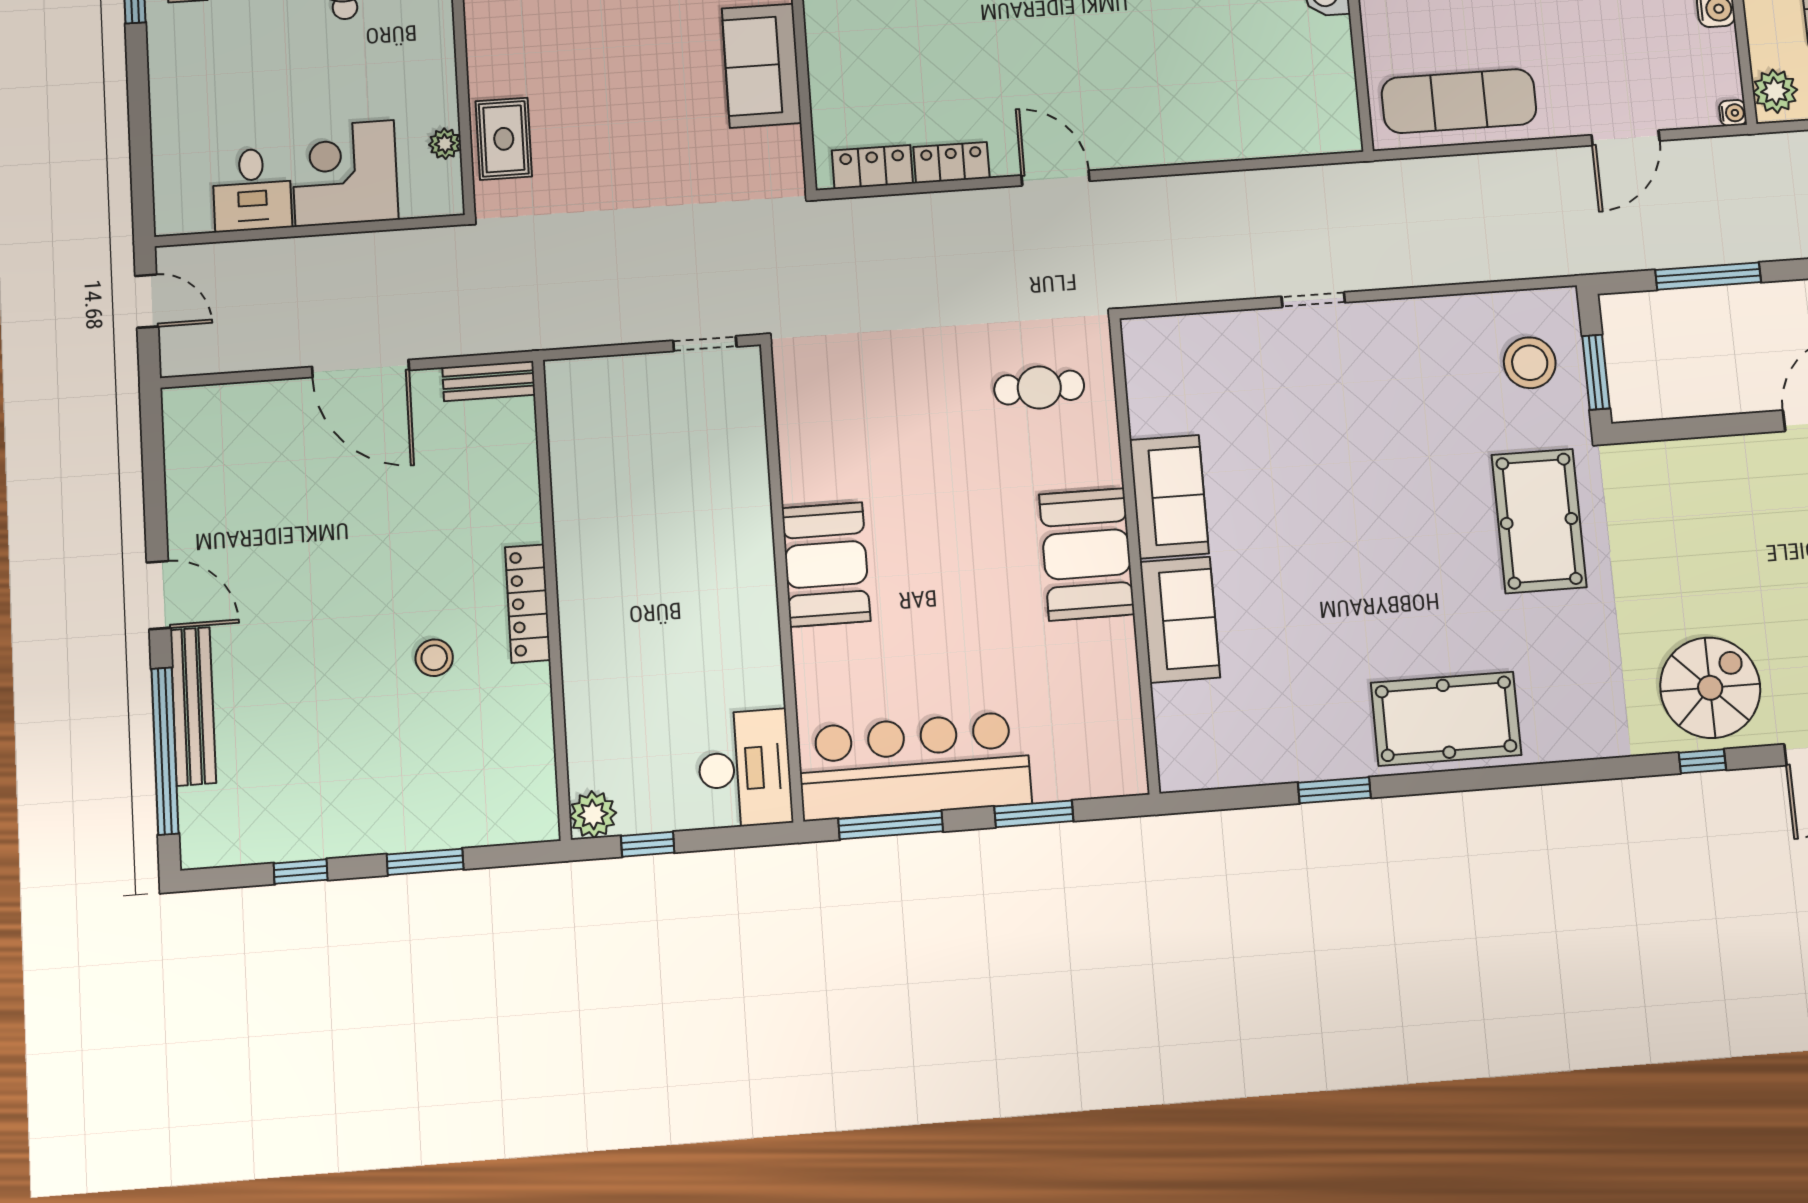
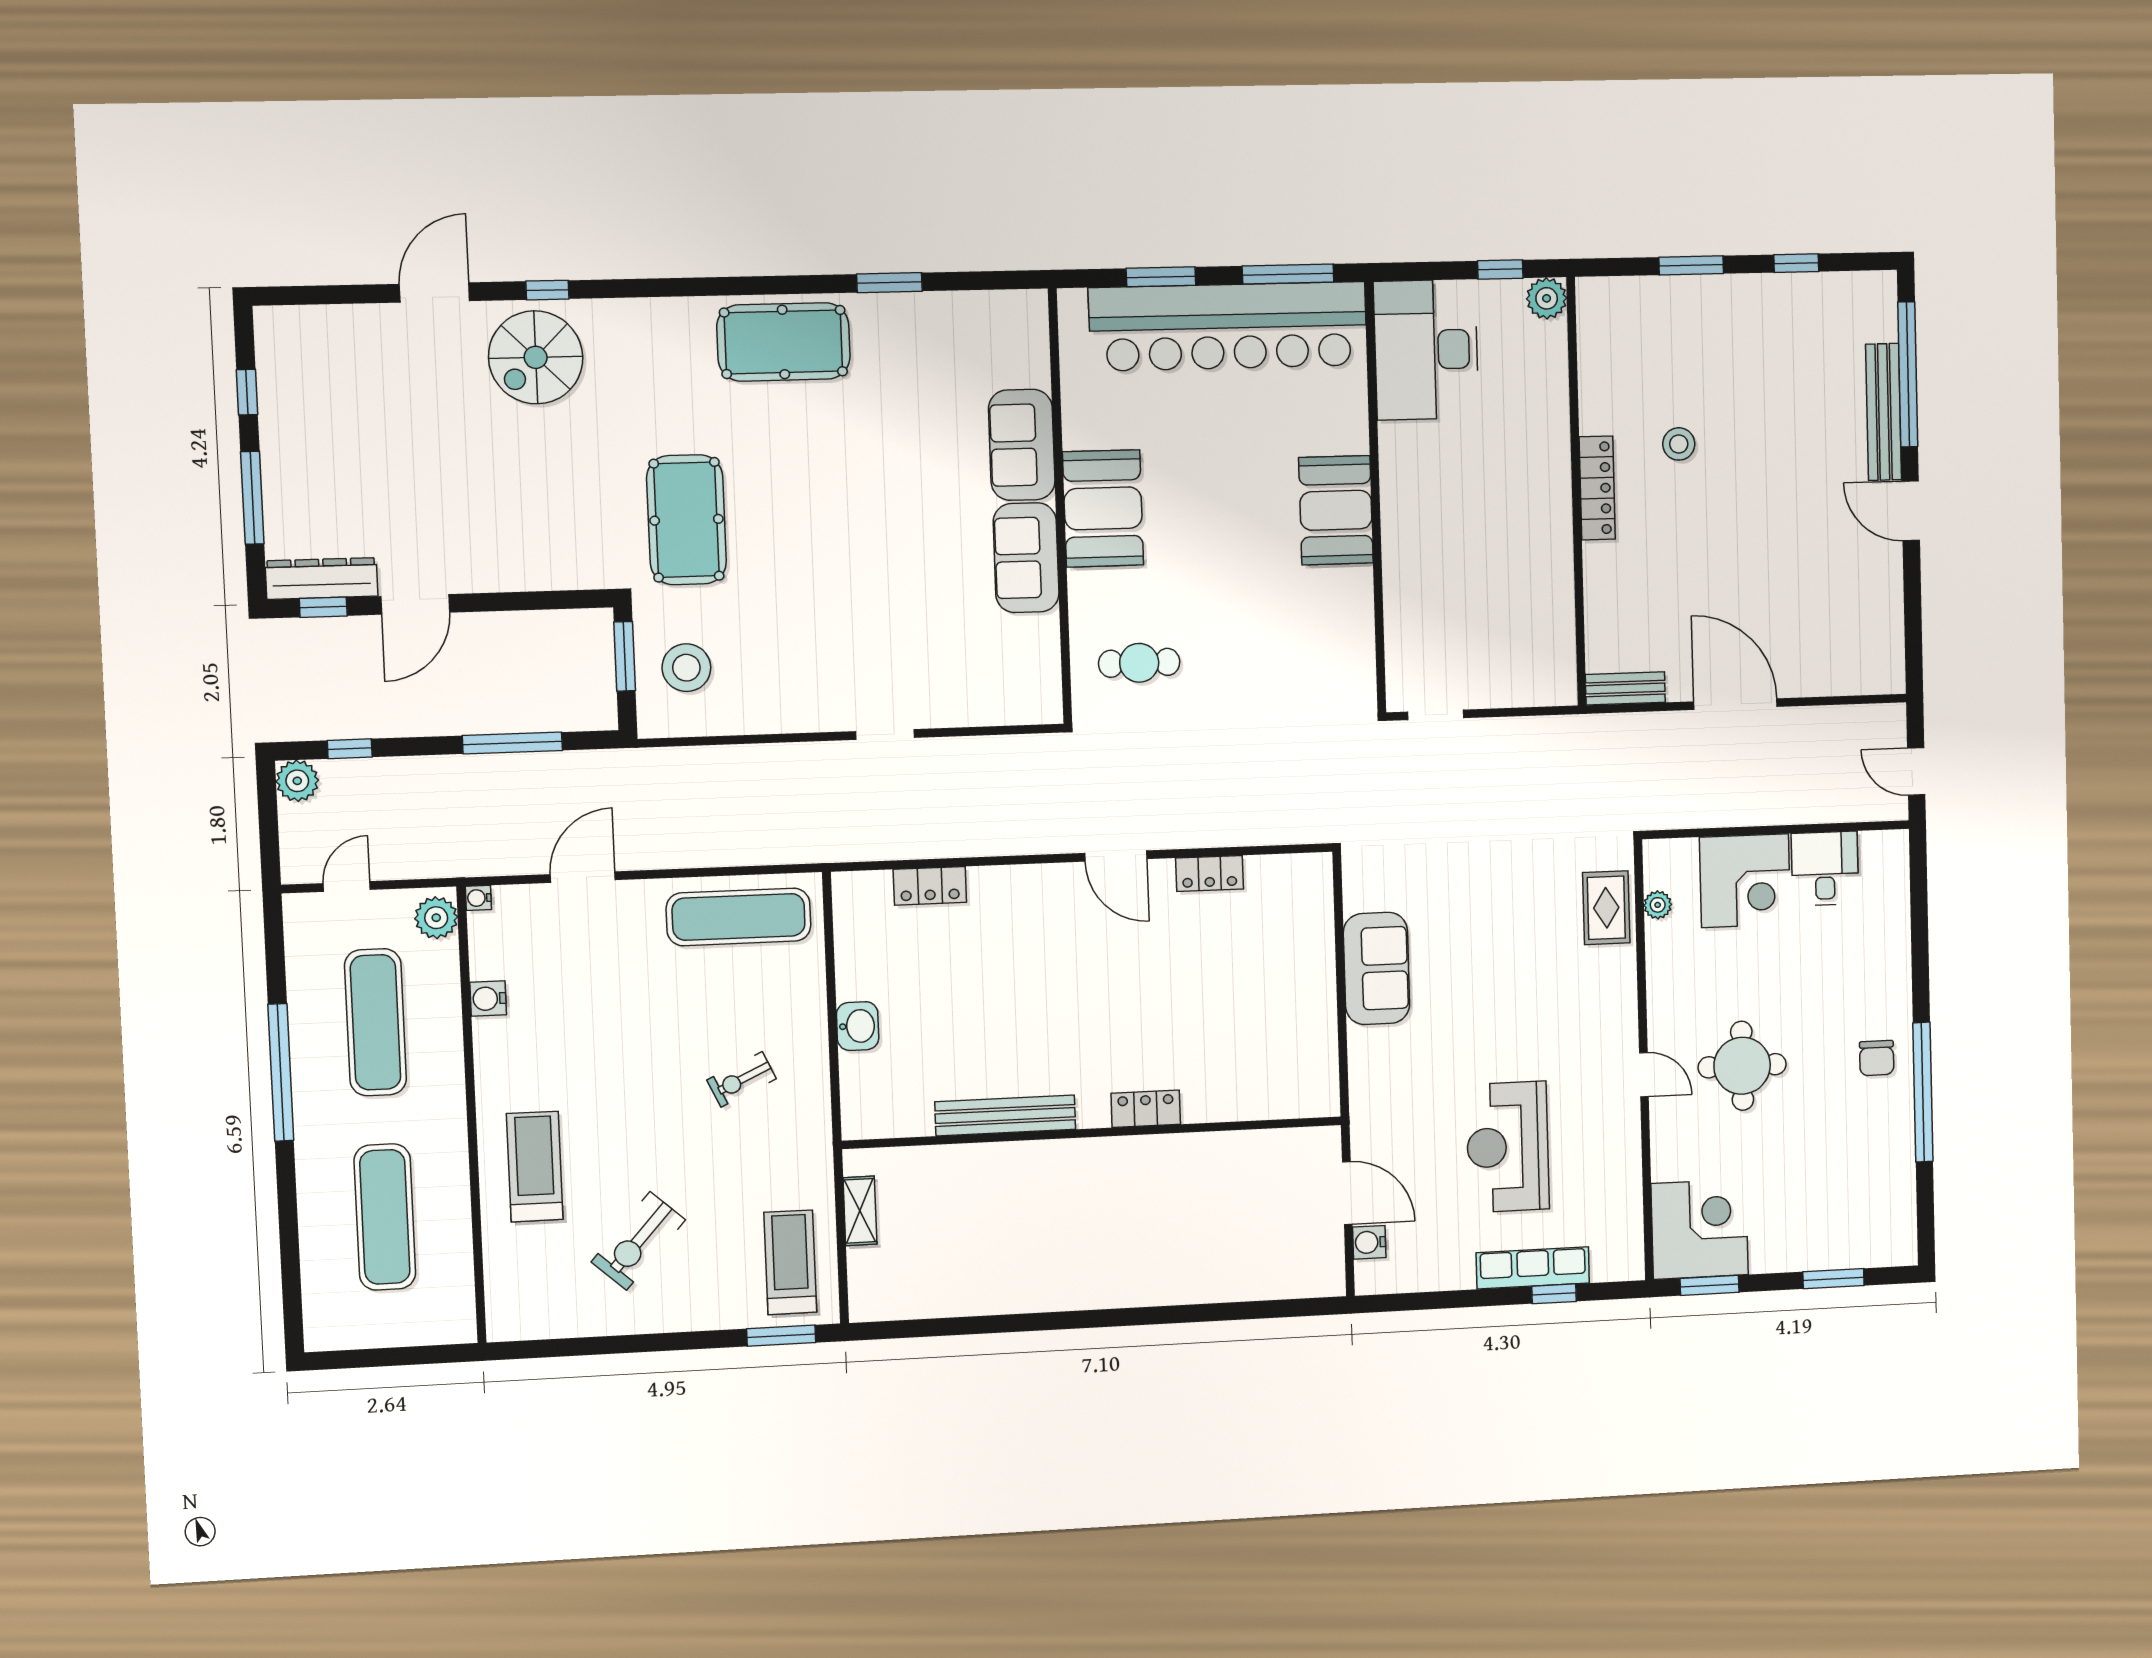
locker: (872, 167) -> (930, 886), moved
bar counter: (914, 766) -> (1228, 326), width x1.36
desk: (745, 769) -> (1426, 350), width x1.36, depth x1.30

